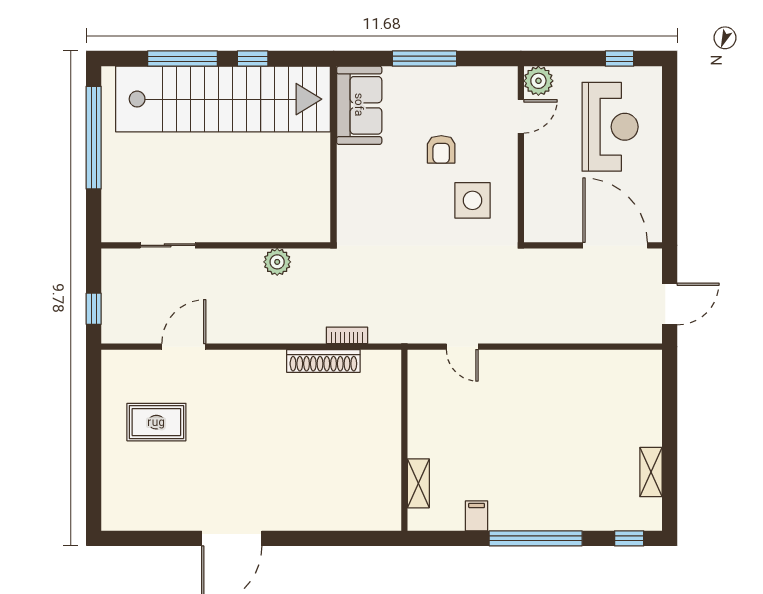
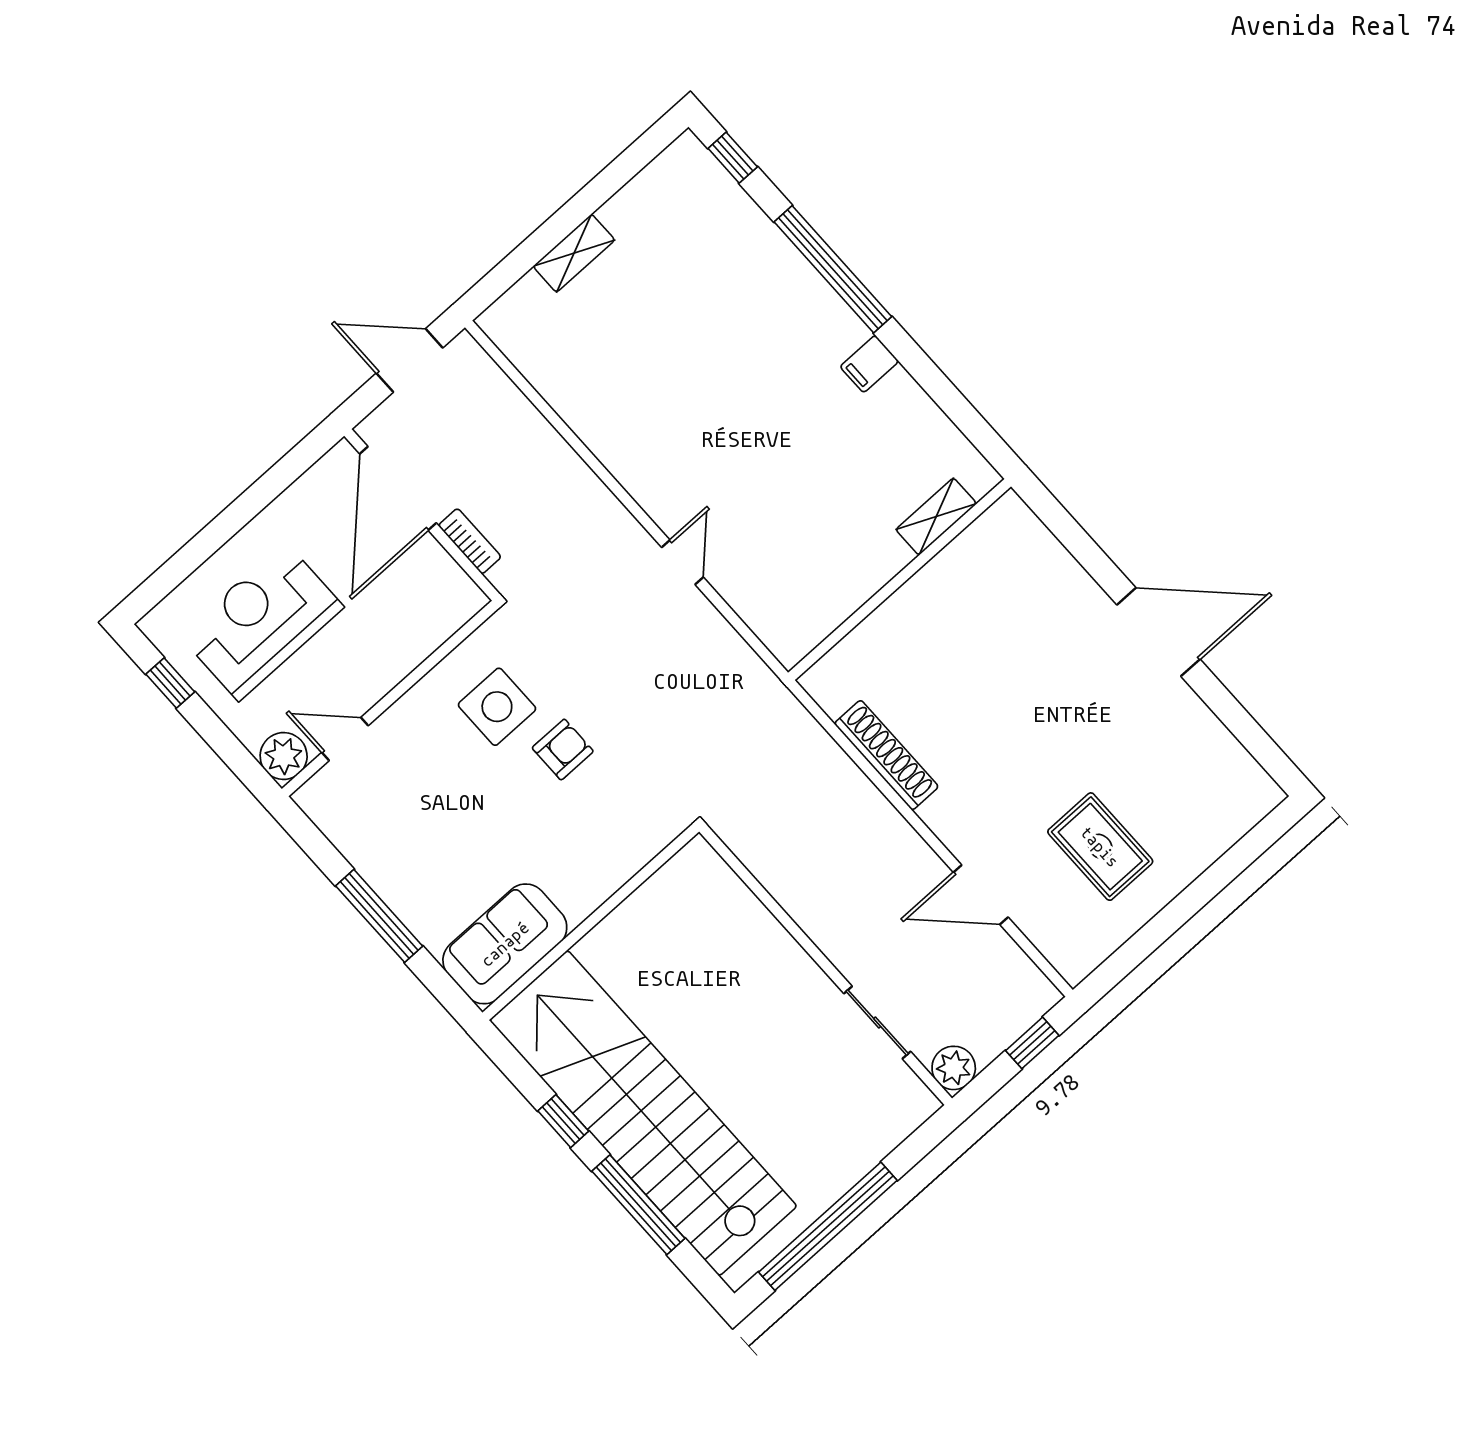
armchair: (441, 149) -> (563, 750), moved
plant: (277, 262) -> (954, 1068), moved
bookcase: (347, 335) -> (470, 541), moved, turned 180
shoe rack: (323, 361) -> (886, 755), moved
wall: (404, 440) -> (900, 579), moved
shelving: (651, 472) -> (574, 253), moved
shelving: (418, 483) -> (936, 517), moved

